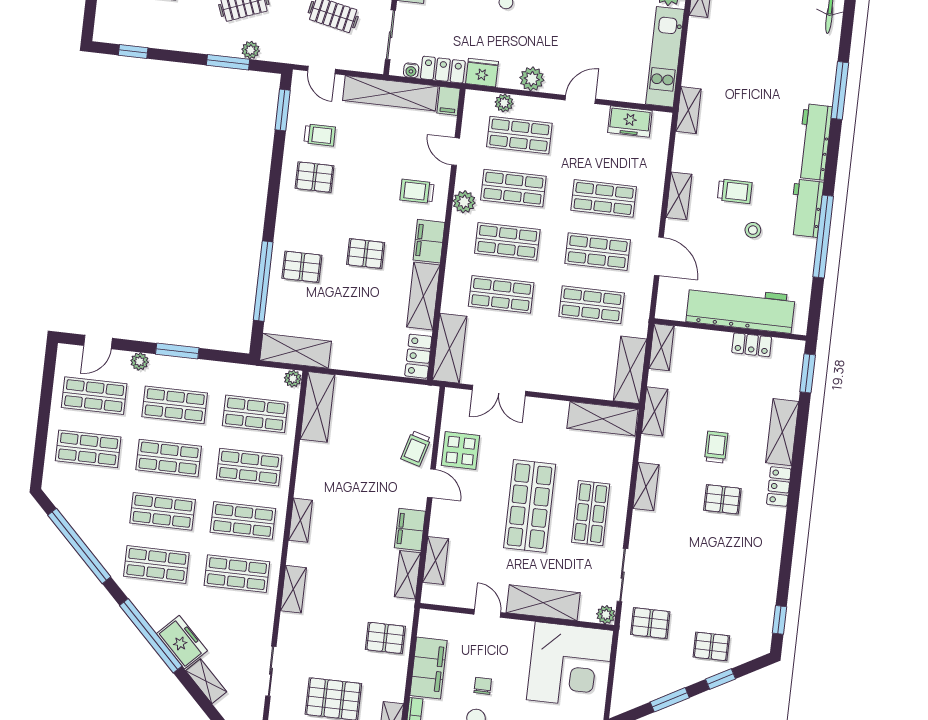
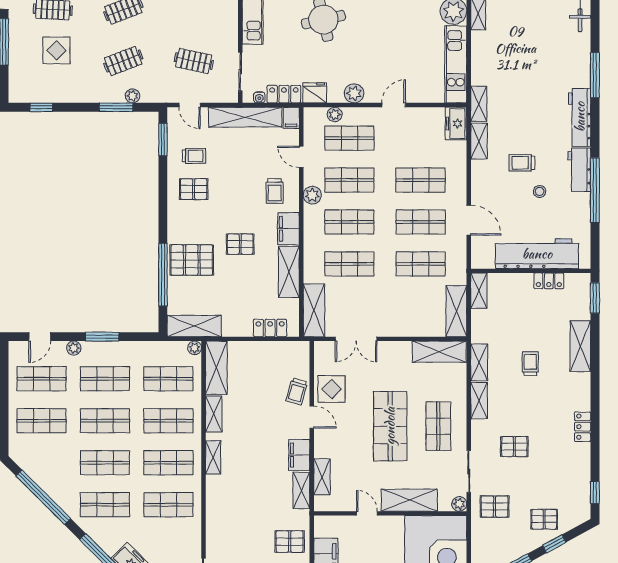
freezer: (630, 121) -> (456, 124), moved, turned 90
trolley: (417, 191) -> (275, 191), turned -90
trolley: (735, 191) -> (522, 163), turned 180
shelving: (679, 196) -> (479, 141), moved
pallet: (302, 267) -> (192, 260), width x1.50, depth x1.42
locker: (418, 356) -> (270, 328), moved, turned 90
shelving: (655, 411) -> (479, 362), moved
locker: (779, 487) -> (583, 427), moved
pallet: (722, 499) -> (514, 447), moved
shelving: (293, 589) -> (214, 414), moved

